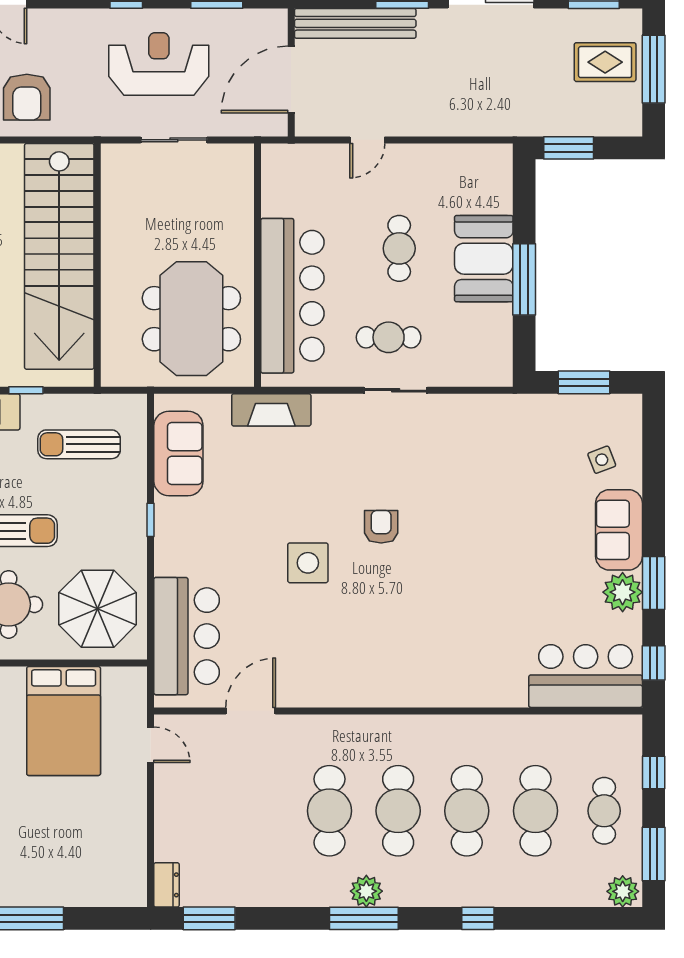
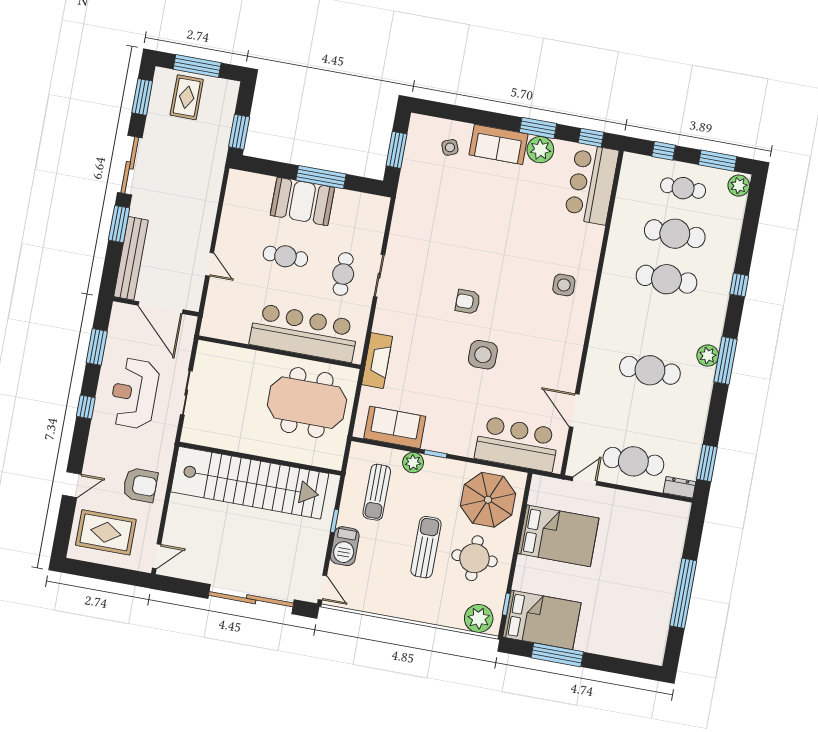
plant: (132, 489) -> (413, 463), added
side table: (431, 662) -> (564, 285), added
cafe table: (398, 811) -> (633, 461), moved

